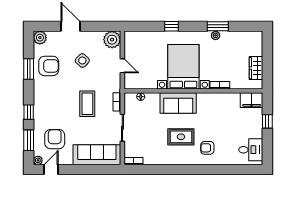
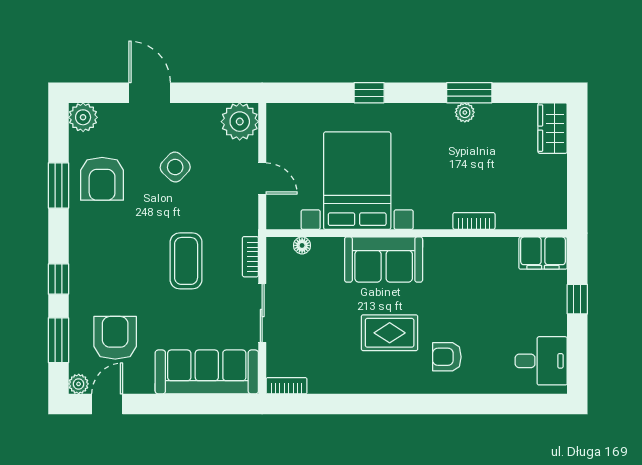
armchair: (49, 66) -> (102, 179), turned 90
bed with nightstands: (183, 67) -> (357, 181), moved
wardrobe: (256, 68) -> (553, 128), moved

